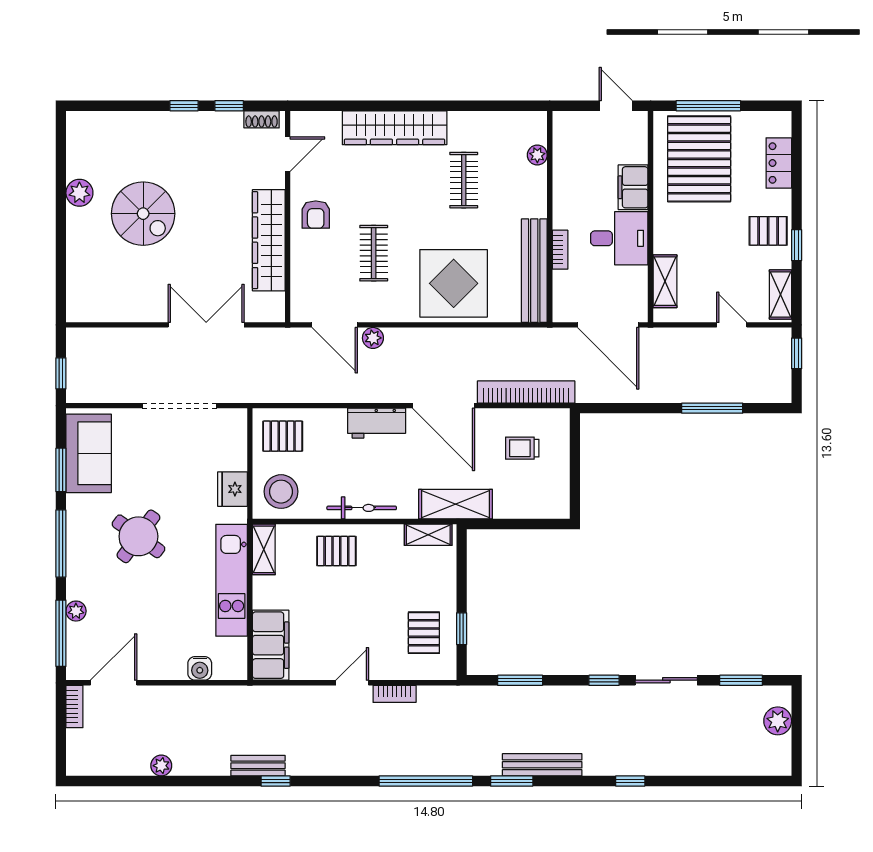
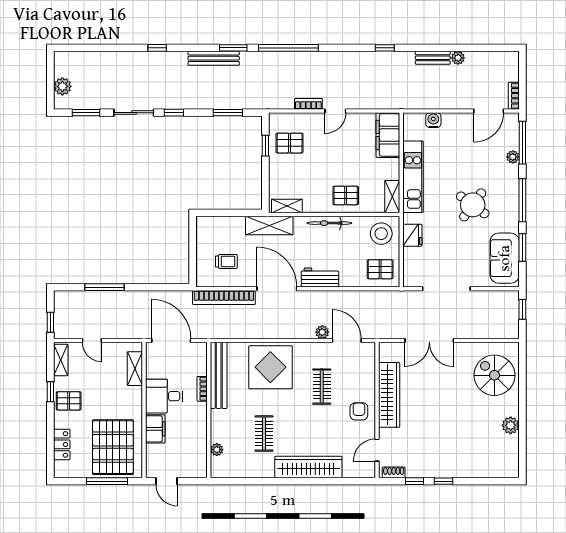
spiral stairs: (143, 214) -> (494, 375), moved
pallet: (424, 633) -> (290, 143), turned 90
bench: (258, 766) -> (433, 58), moved

